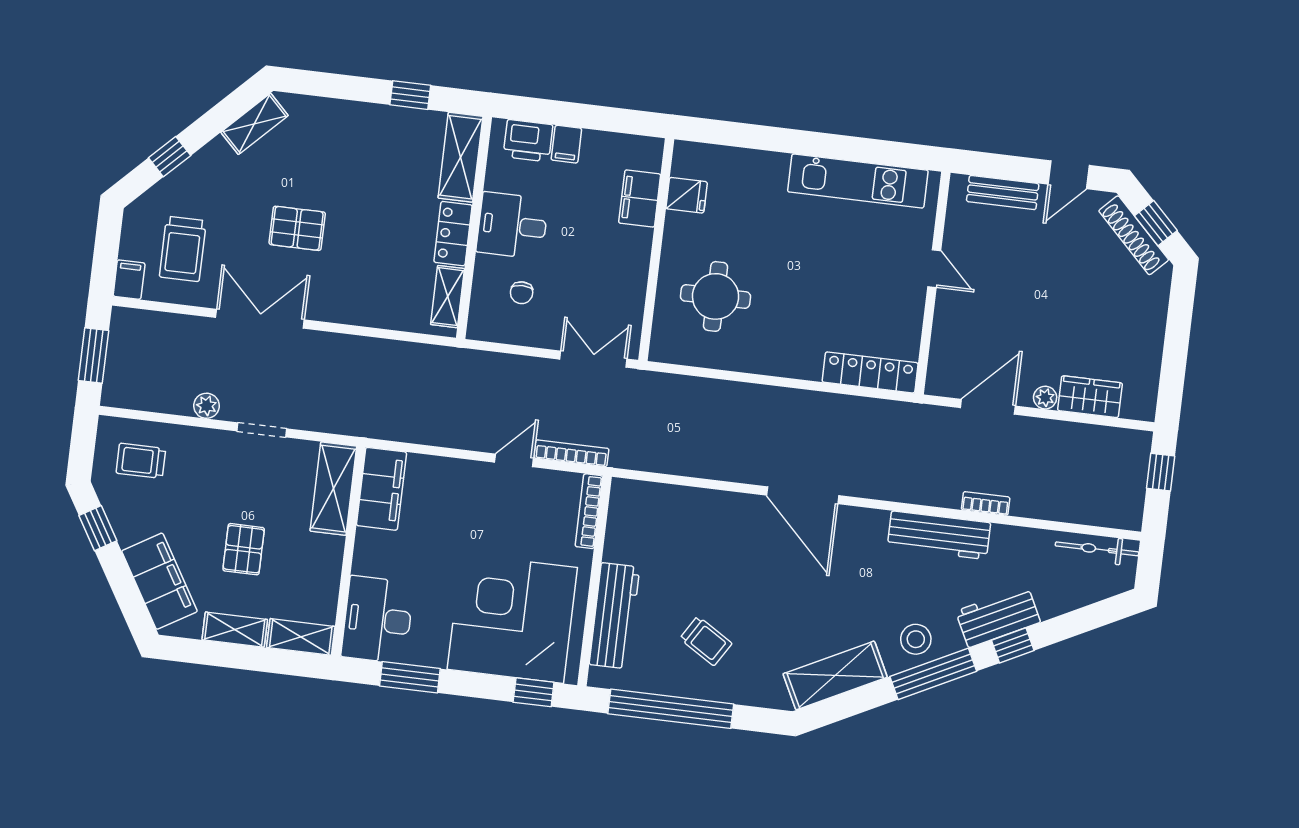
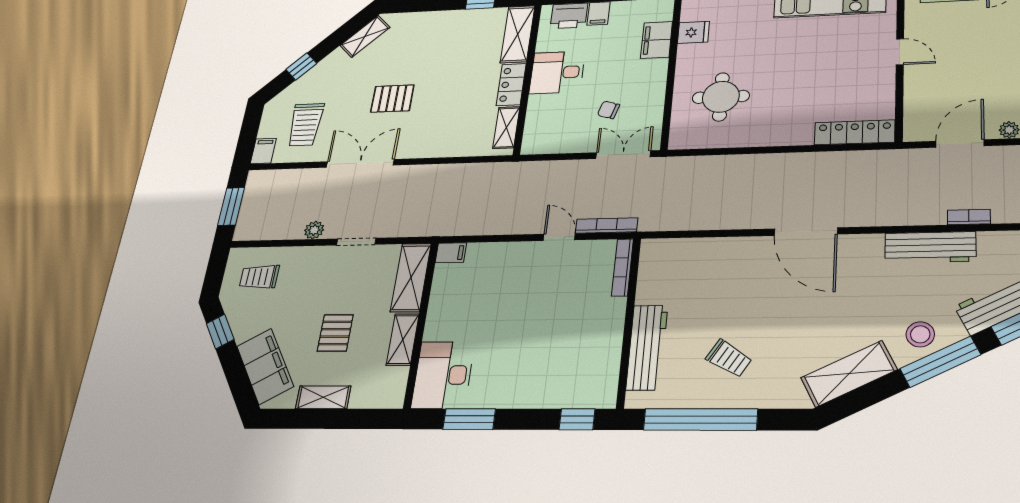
chair: (522, 293) -> (608, 110), moved, turned 107
door: (514, 460) -> (559, 237), hinge flipped
filing cabinet: (381, 489) -> (451, 253), width x0.33, depth x0.86
corner desk: (512, 618) -> (558, 360), removed
shelving: (301, 637) -> (403, 340), moved, turned 90

